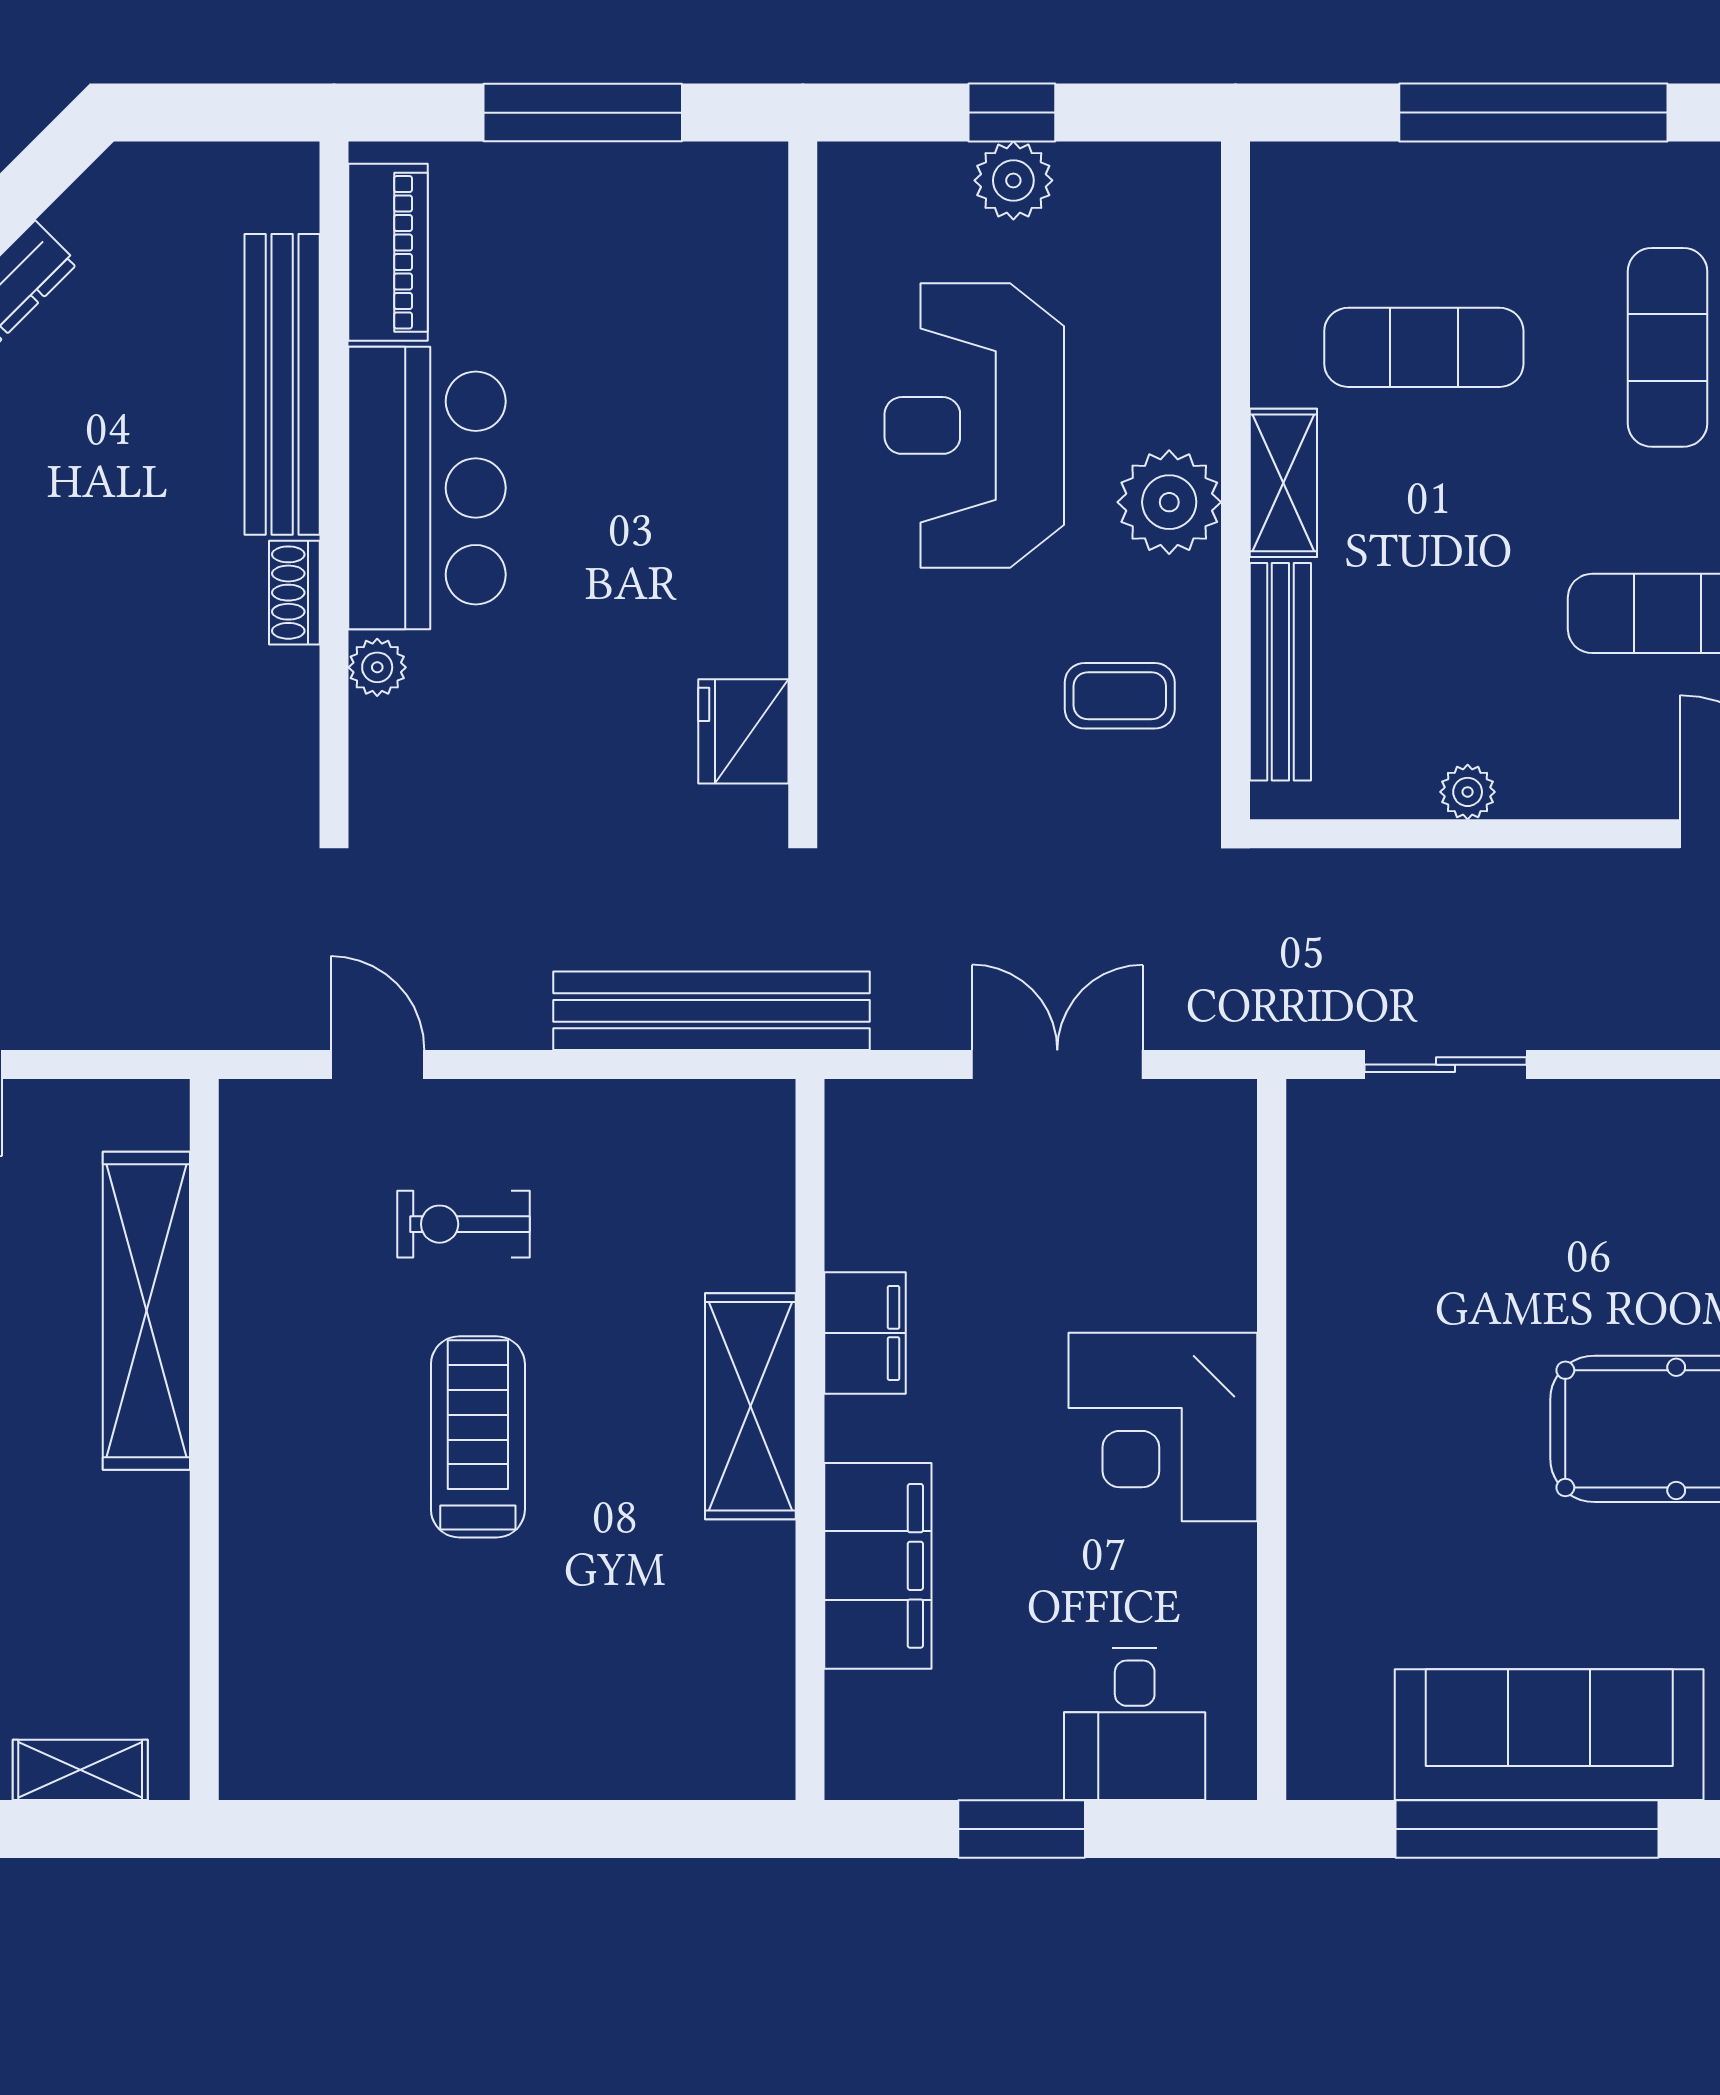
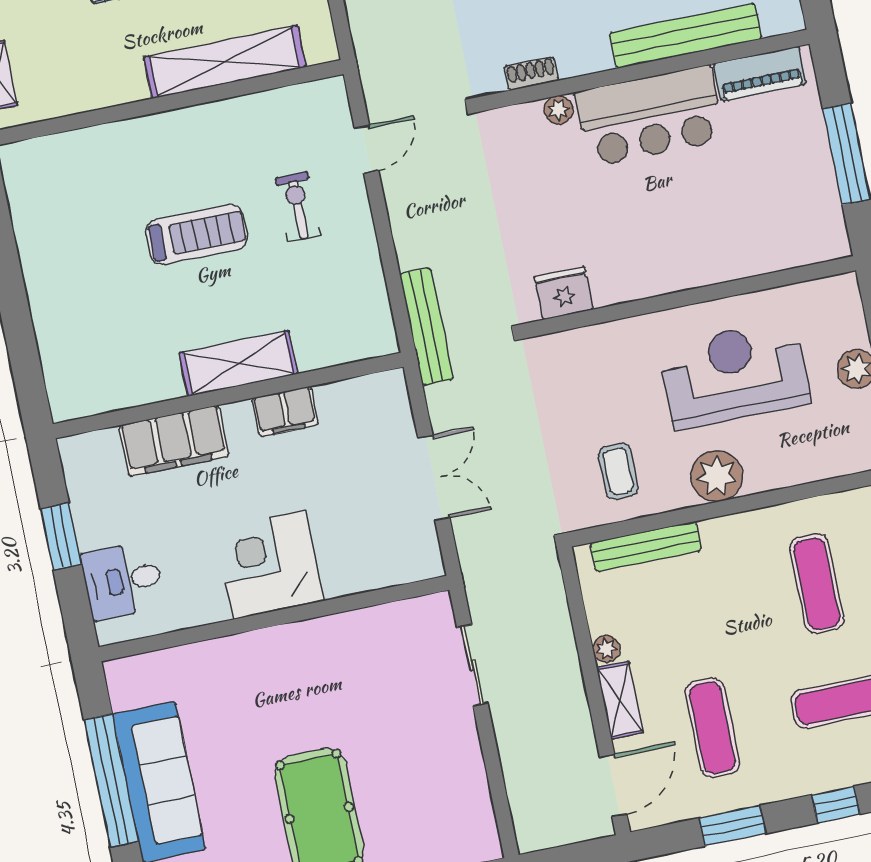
shelving: (1283, 483) -> (620, 700), moved, turned 90
shoe rack: (294, 593) -> (531, 74), moved
bench: (711, 1011) -> (426, 327), width x0.73, depth x0.82

